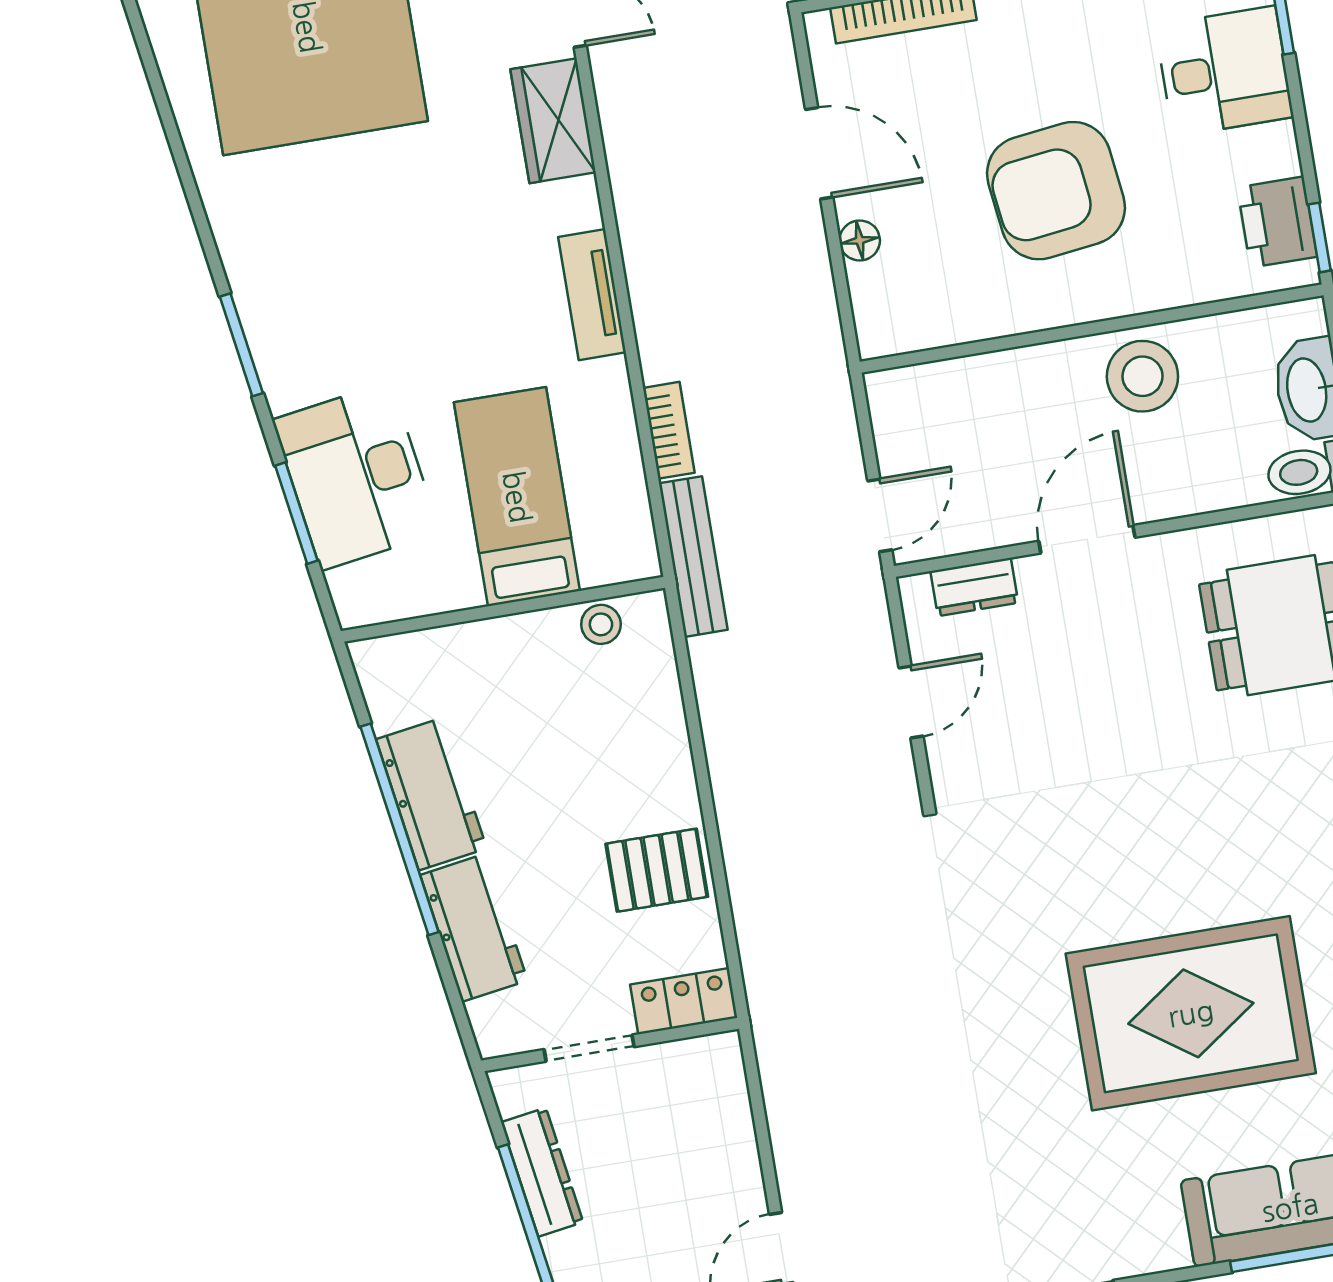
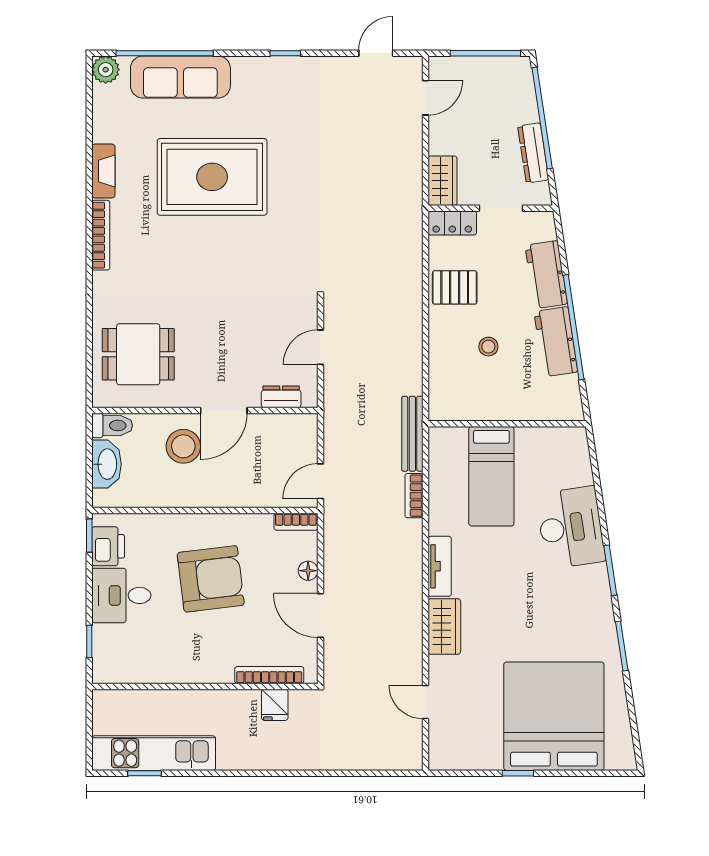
desk: (1224, 71) -> (121, 595), moved
wardrobe: (553, 121) -> (444, 626), moved
bookcase: (901, 337) -> (296, 522), added
stool: (1142, 376) -> (183, 446), moved
desk: (356, 476) -> (571, 528), moved
window: (296, 513) -> (622, 646), moved
door: (880, 515) -> (320, 481), moved
stool: (601, 624) -> (488, 347), moved
wardrobe: (718, 1084) -> (443, 181), added

